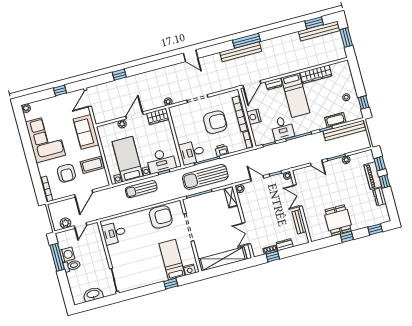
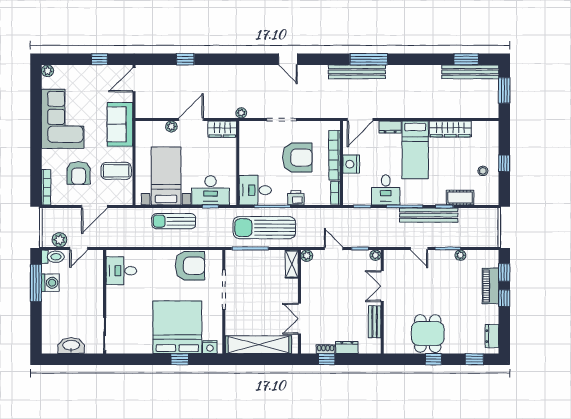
window: (363, 102) -> (504, 163), moved
bench: (344, 130) -> (429, 215), moved
dresser: (379, 197) -> (492, 336), moved
bed: (172, 260) -> (177, 327), width x2.04
toilet: (72, 266) -> (53, 257), moved

